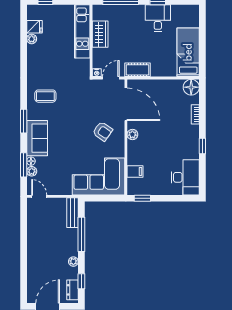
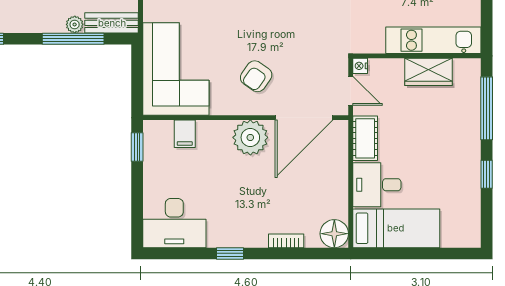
desk: (158, 18) -> (377, 185), moved, turned 180
plant: (132, 135) -> (250, 137), width x1.87, depth x1.87
plant: (73, 262) -> (75, 24), moved

